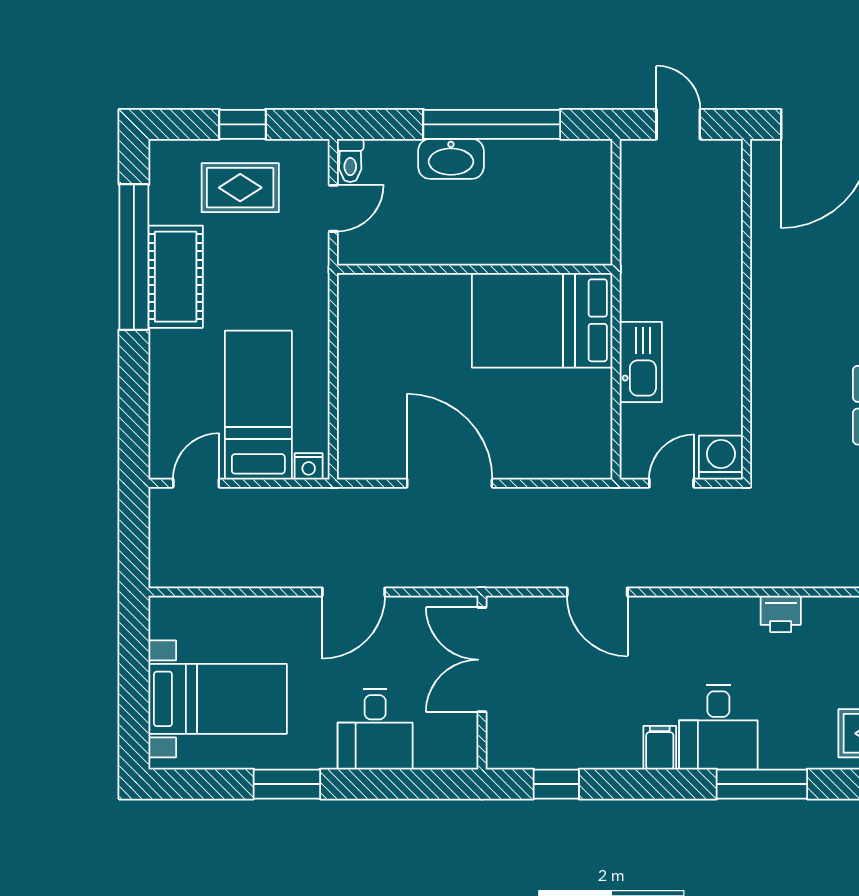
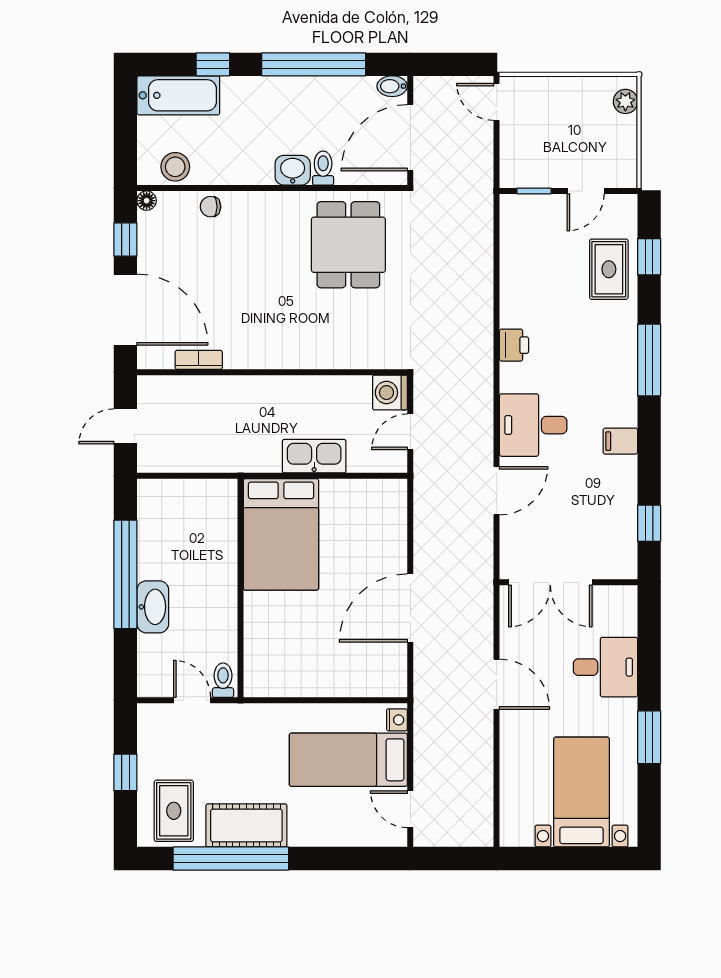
toilet: (350, 160) -> (223, 680), moved, turned -90
rug: (240, 188) -> (174, 811), moved
bookcase: (762, 217) -> (199, 360), added
door: (671, 483) -> (410, 432), hinge flipped
desk: (718, 727) -> (533, 425), moved, turned 180

